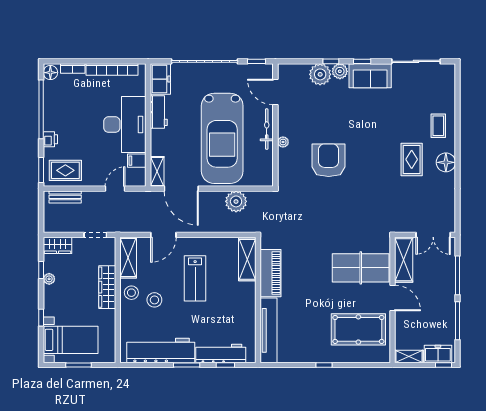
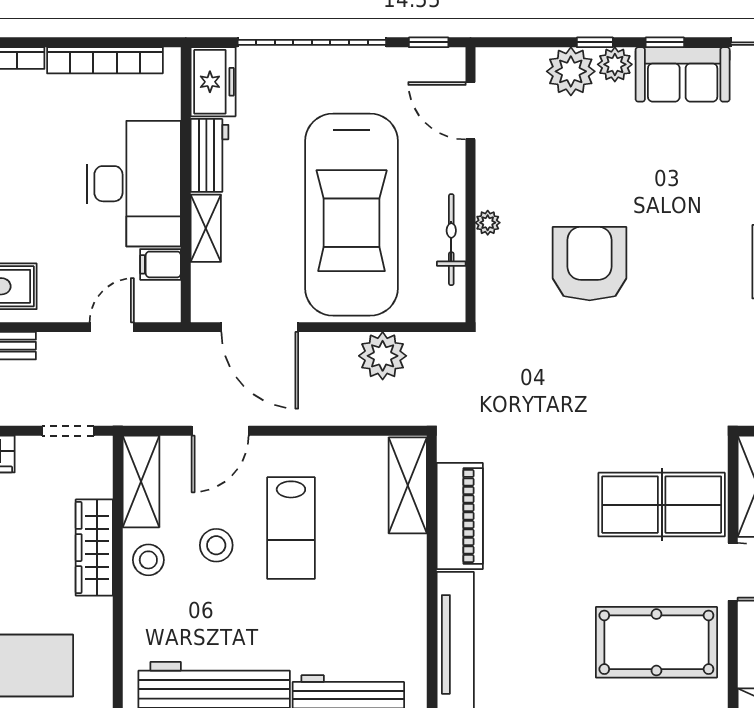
bicycle: (267, 129) -> (451, 240), moved
shelving: (157, 171) -> (206, 228), moved
stool: (154, 300) -> (216, 545), moved

